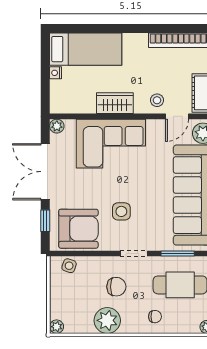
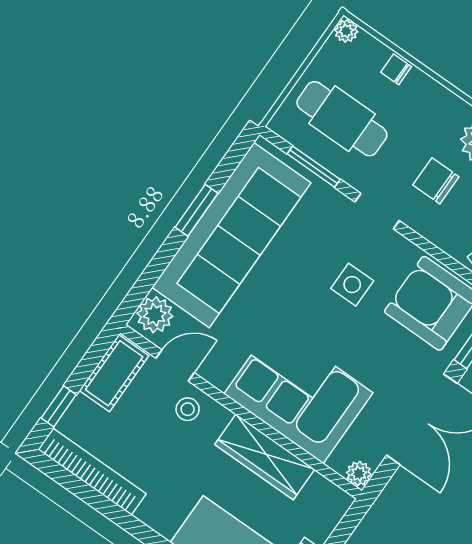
wardrobe: (115, 103) -> (265, 457), width x1.50
chair: (155, 317) -> (396, 69), moved

